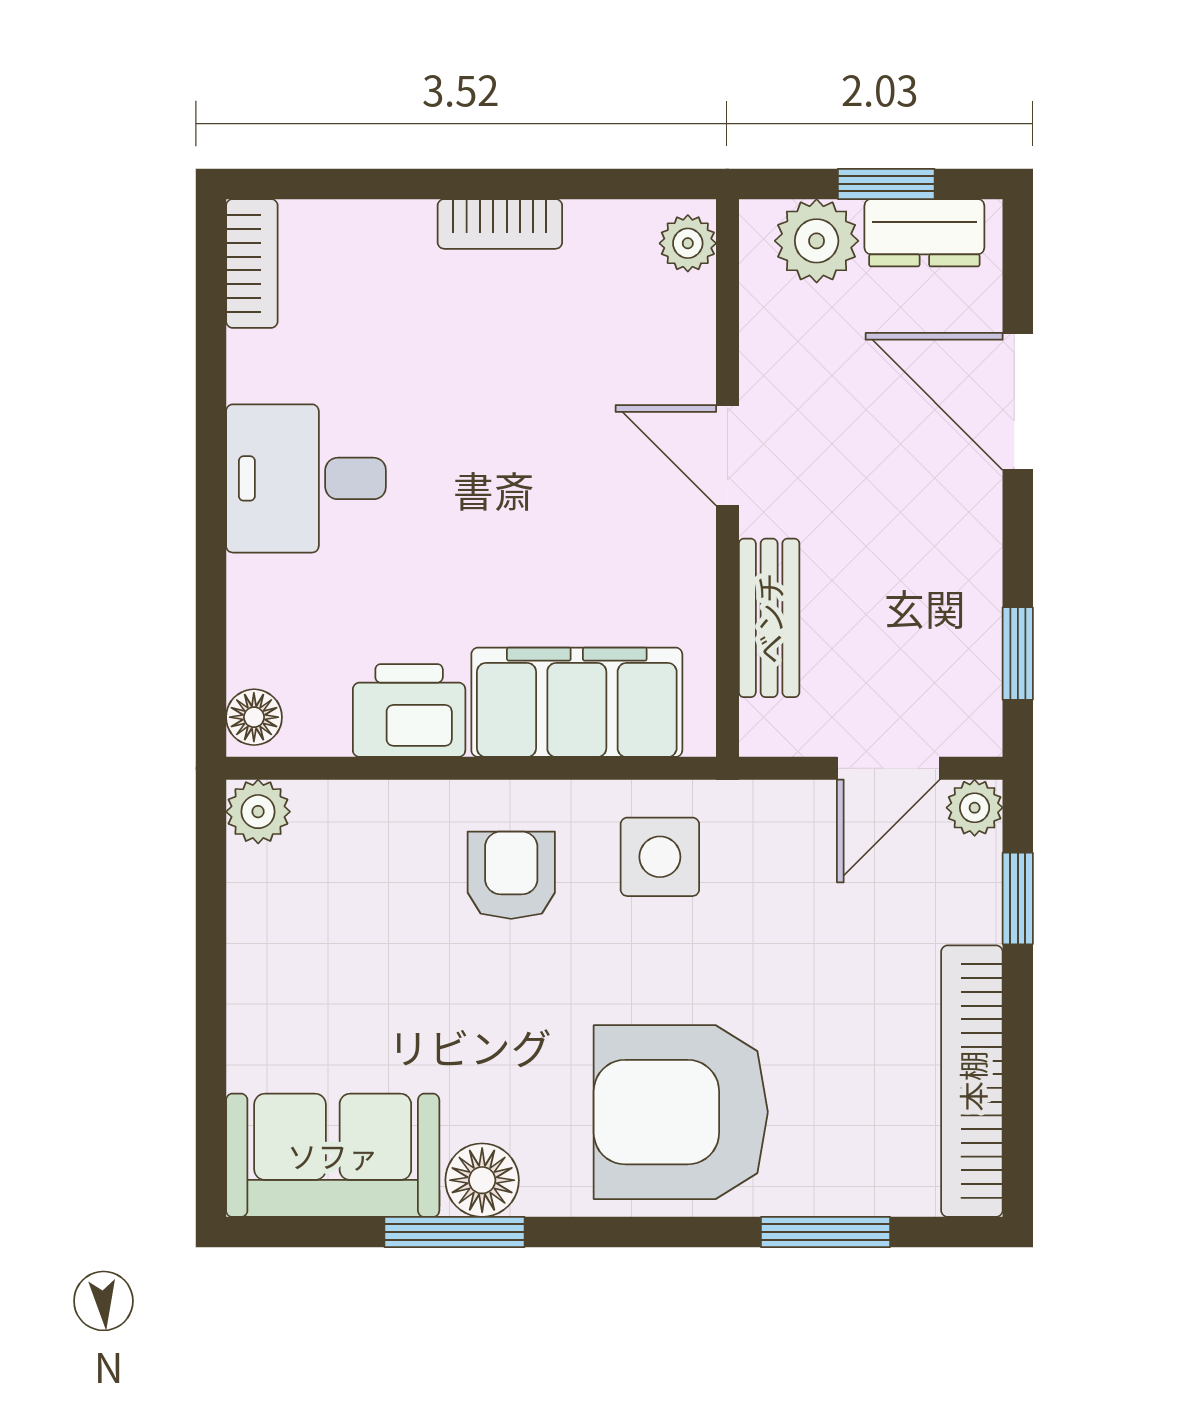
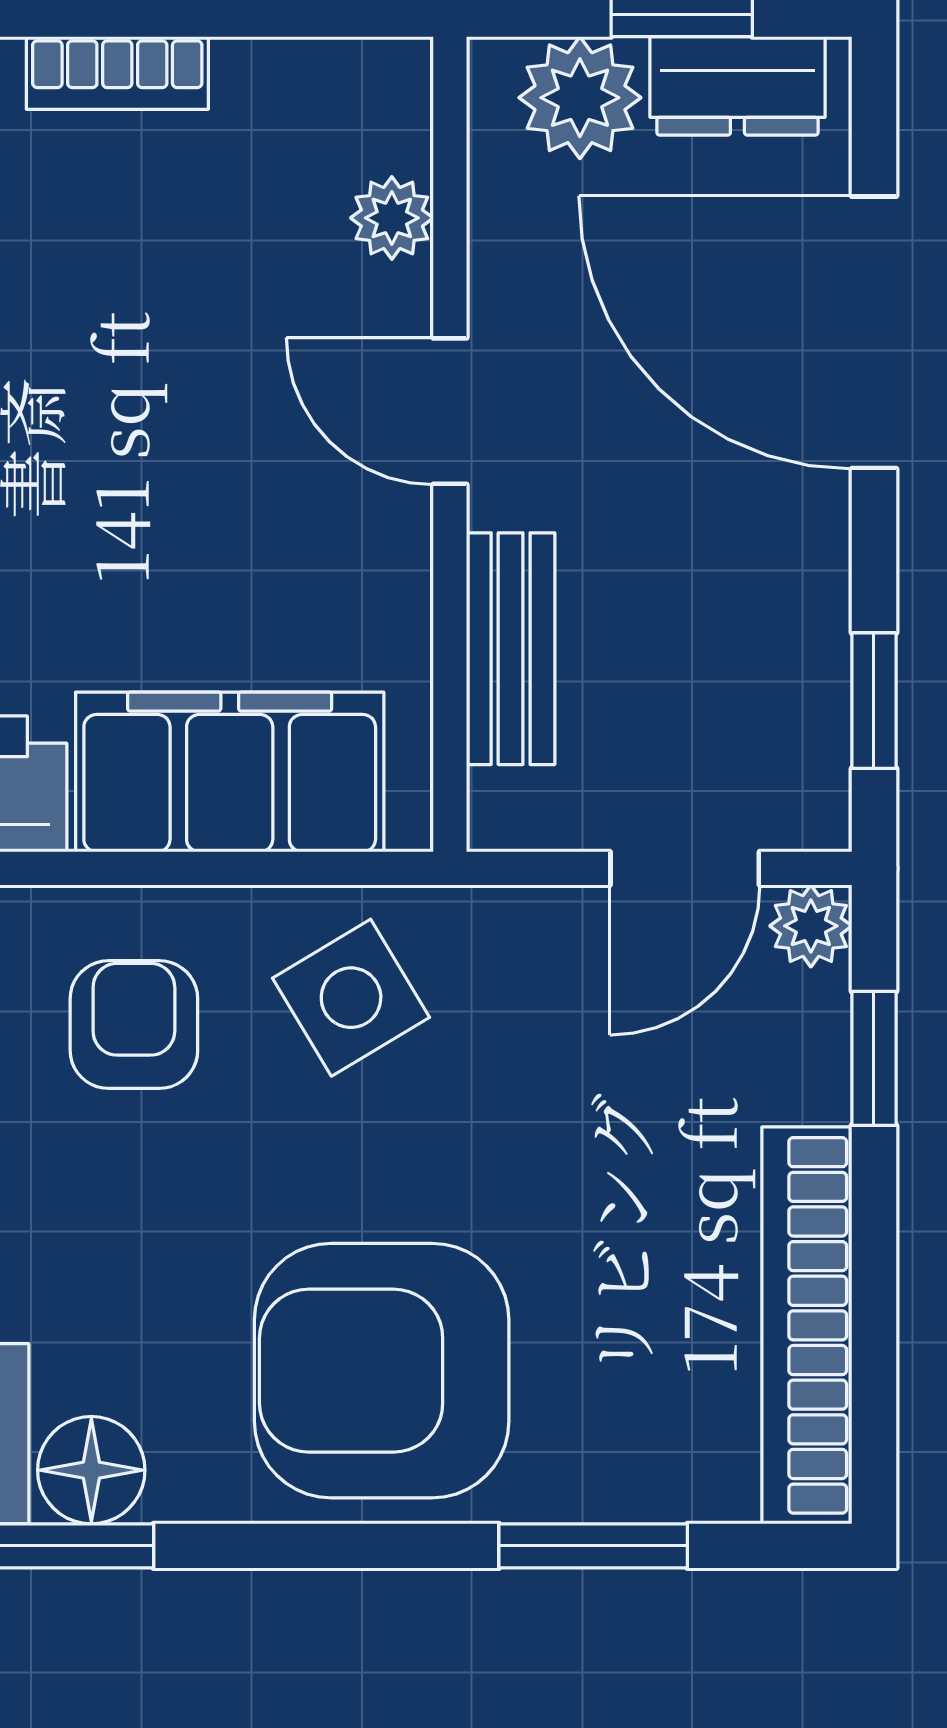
plant: (688, 243) -> (392, 218), moved
door: (1018, 401) -> (874, 332), width x1.36
side table: (660, 857) -> (351, 998), turned -31

